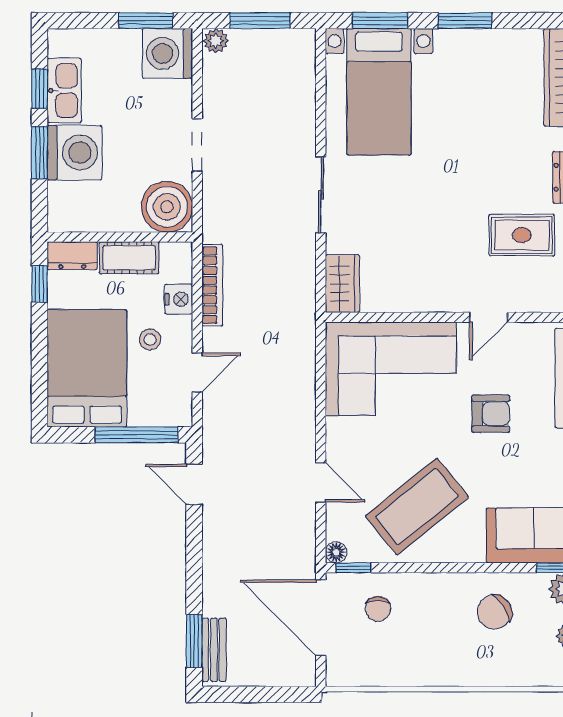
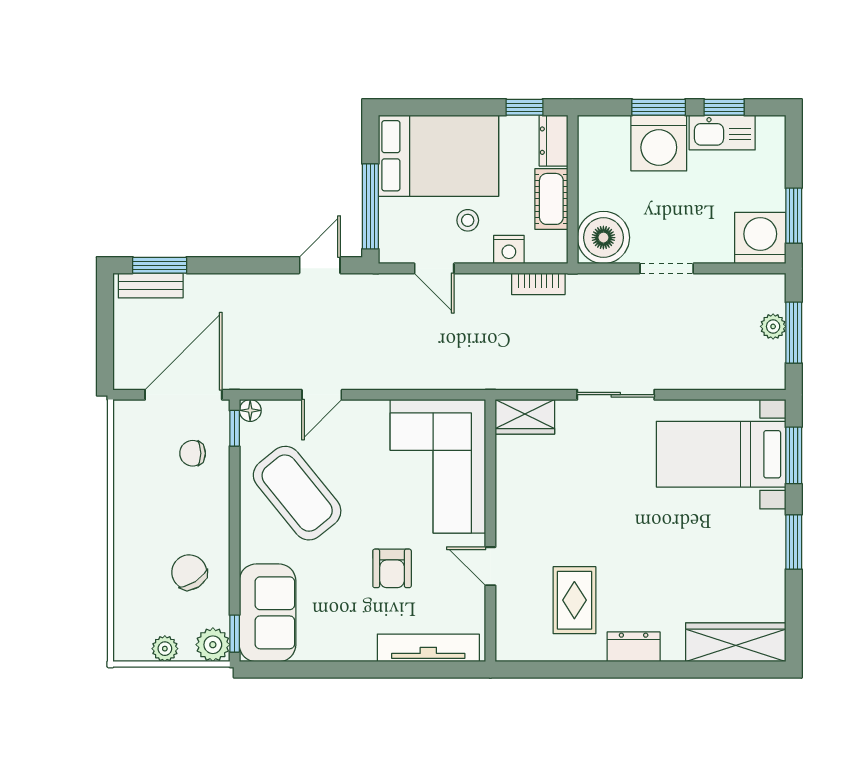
plant: (216, 41) -> (773, 326), moved
bookcase: (212, 285) -> (538, 284), width x0.64

